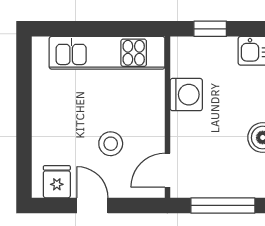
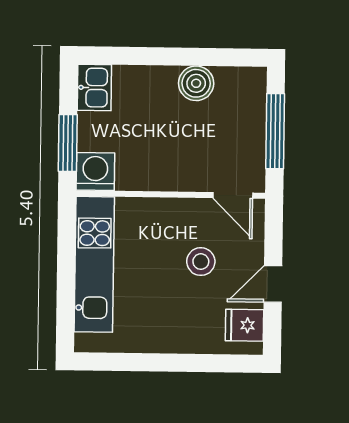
window: (210, 29) -> (68, 143), width x1.50
washing machine: (186, 95) -> (95, 172), moved

